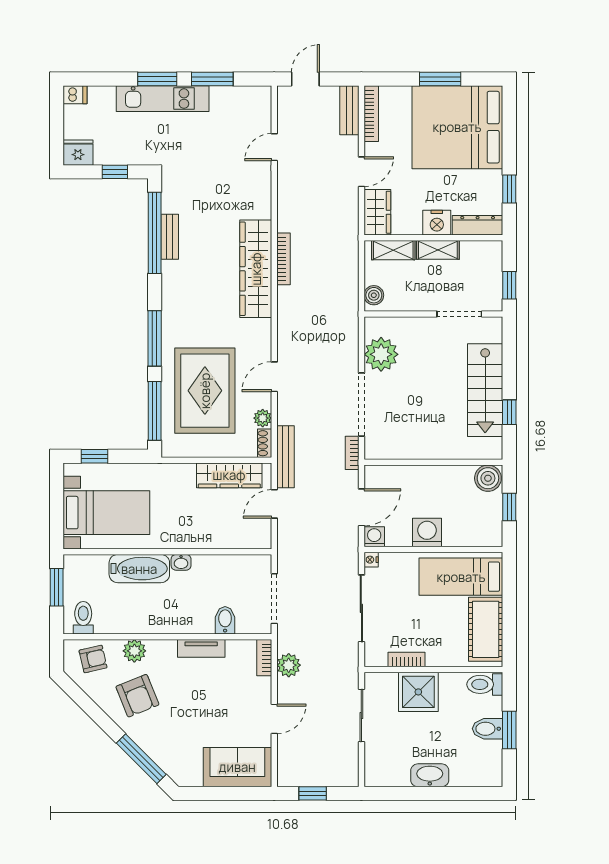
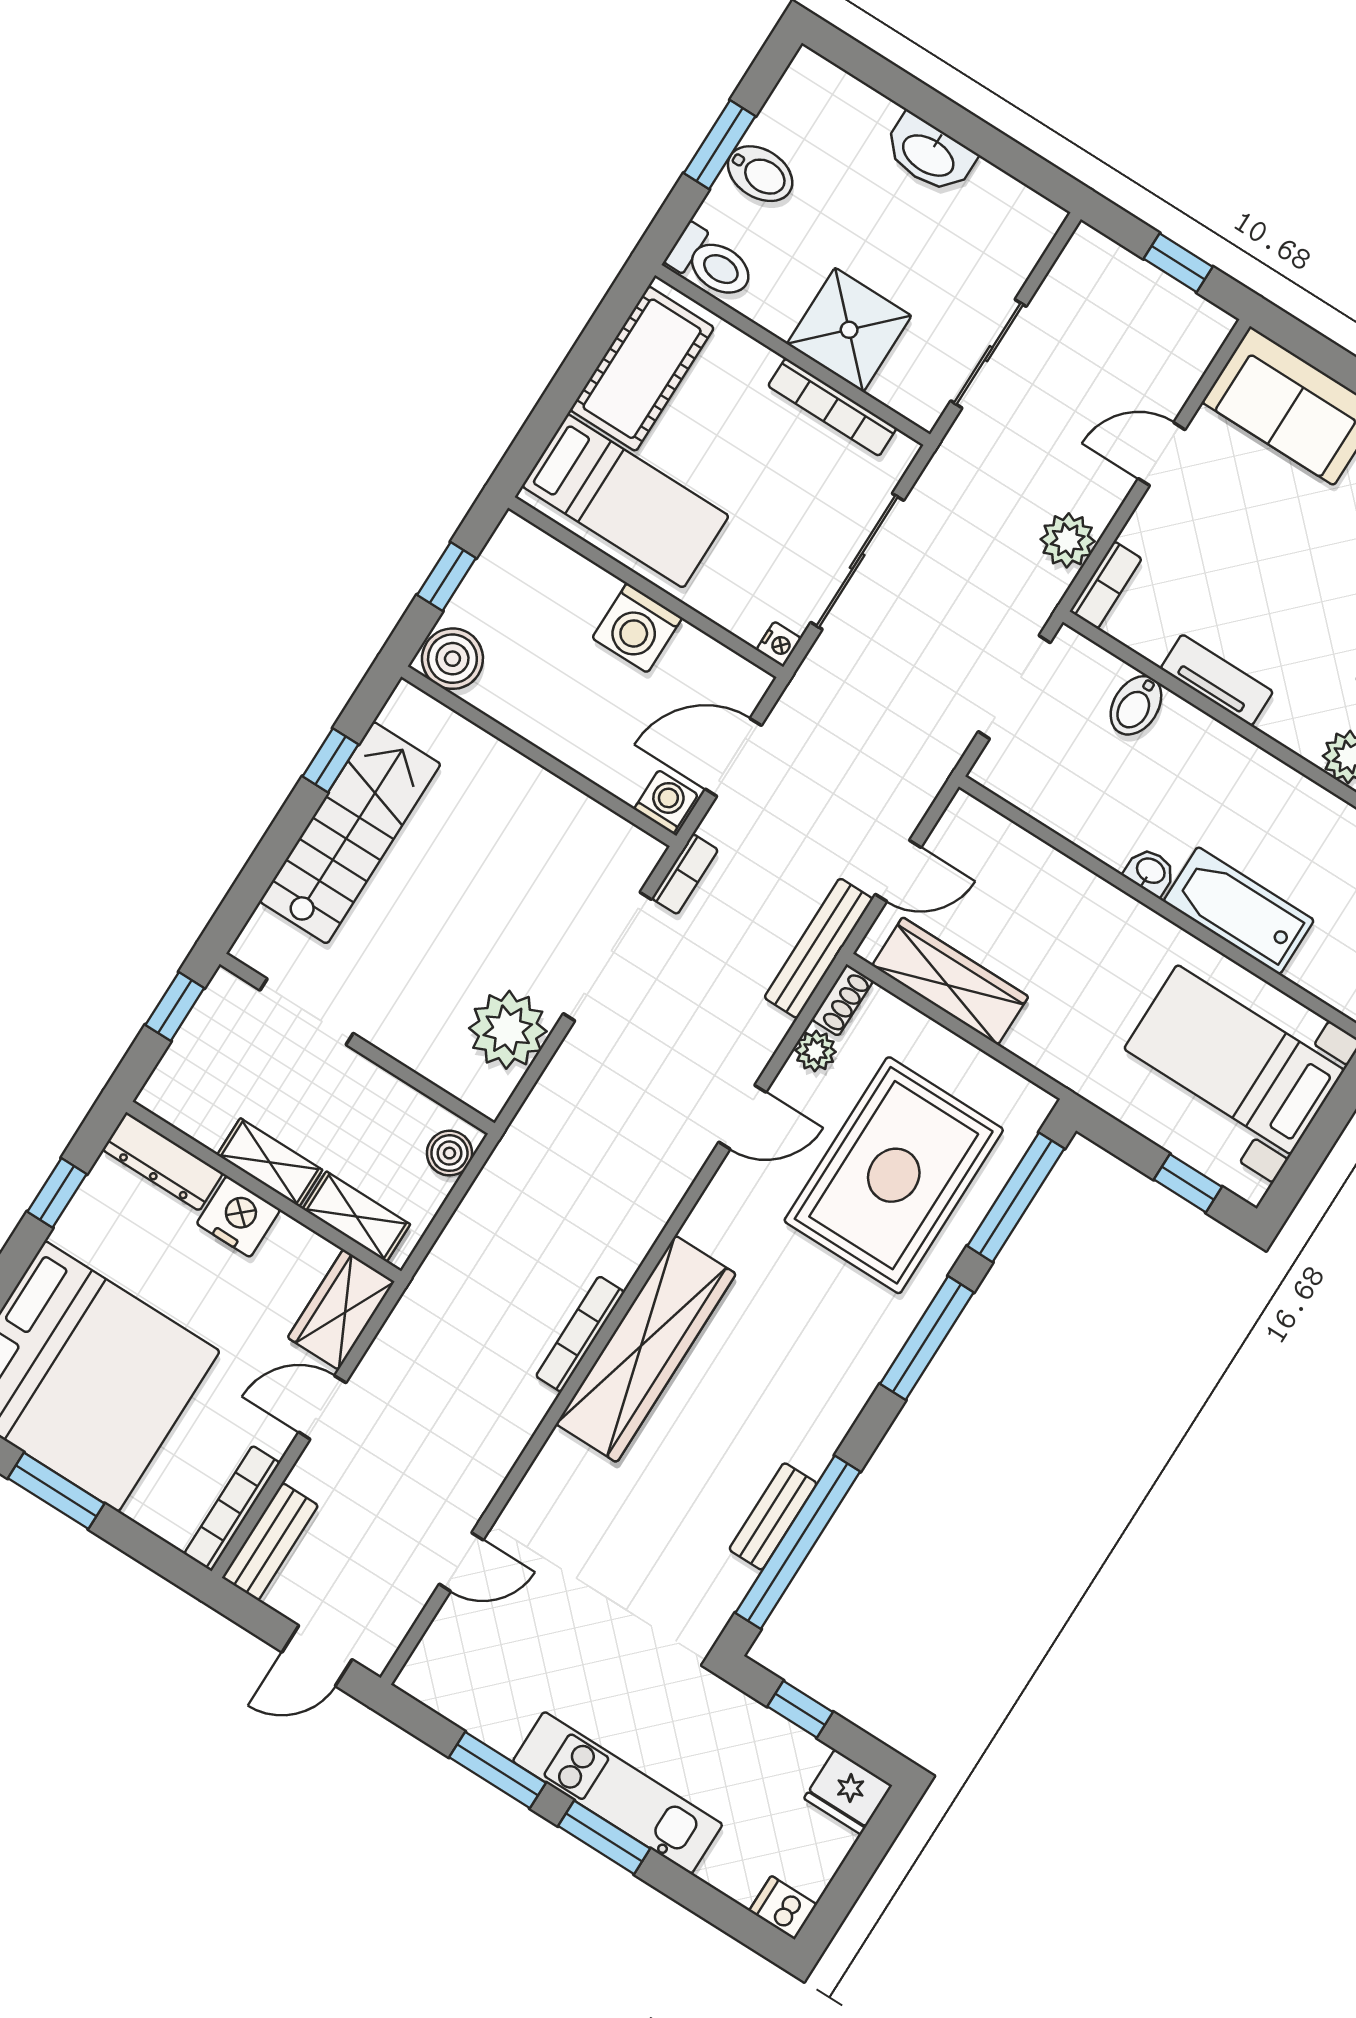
washing machine: (374, 537) -> (666, 802), moved, turned 180
bookcase: (407, 660) -> (832, 407), width x1.56

